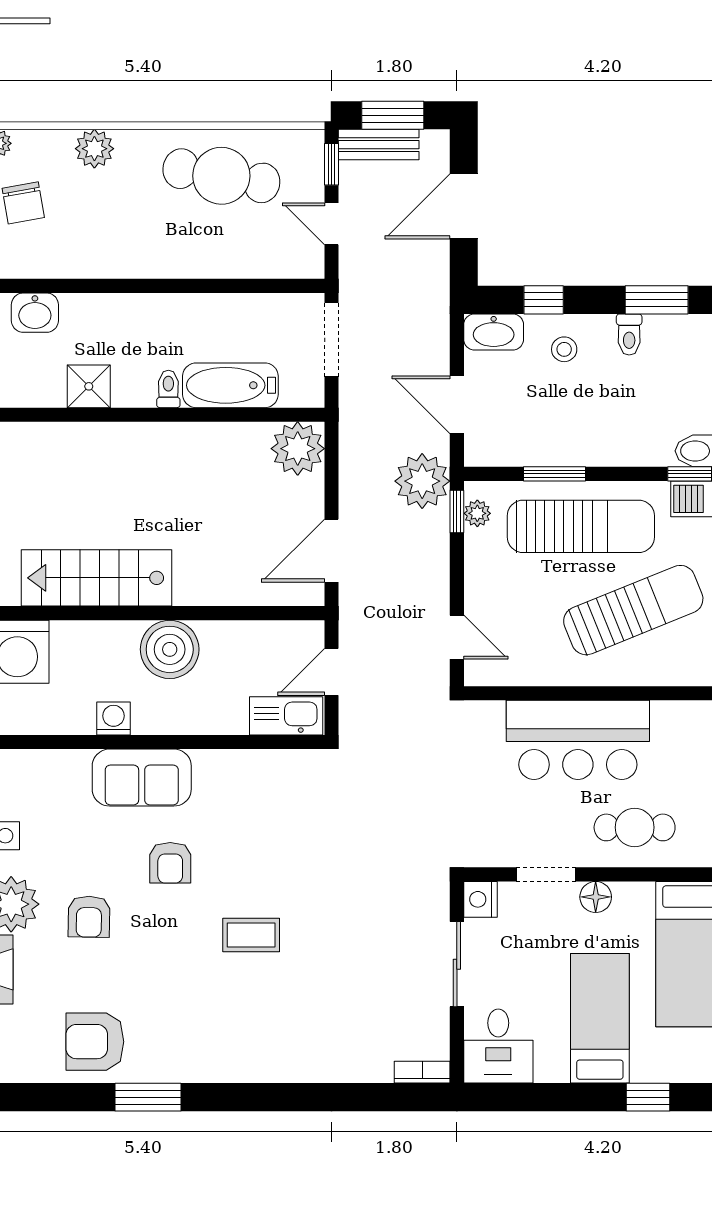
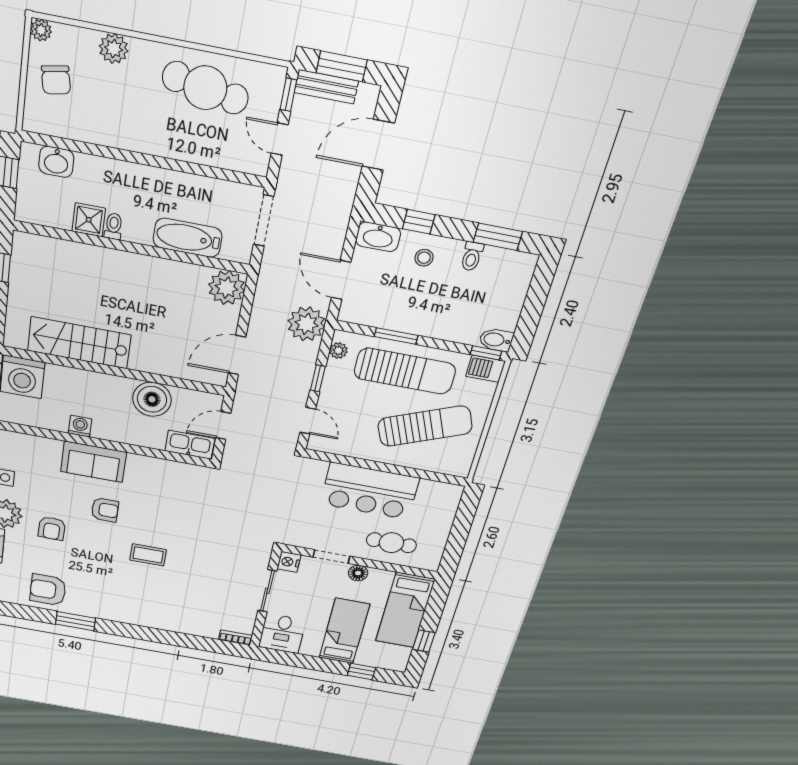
toilet: (168, 389) -> (114, 226), moved
window: (457, 512) -> (318, 378), moved
boiler: (170, 649) -> (152, 399), moved
armchair: (170, 863) -> (105, 510), turned -90

